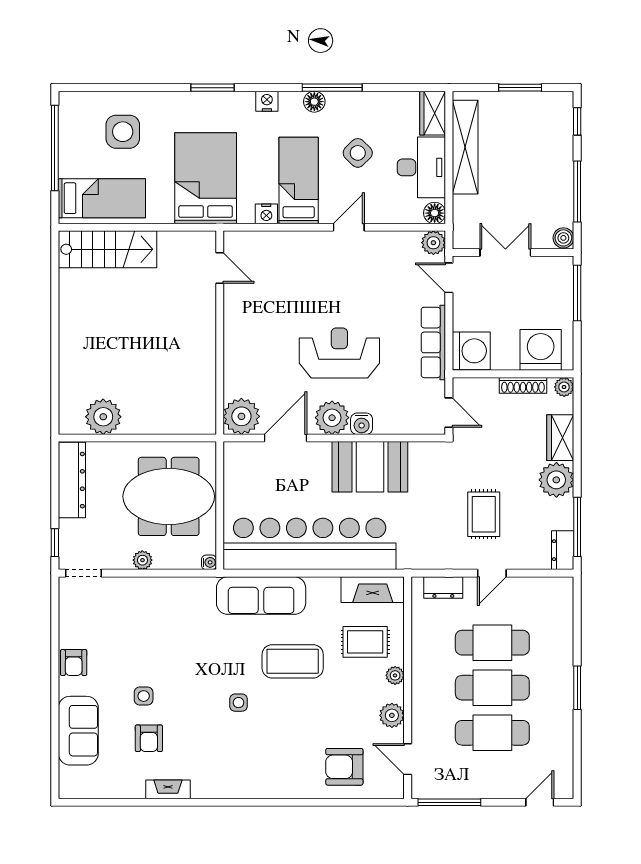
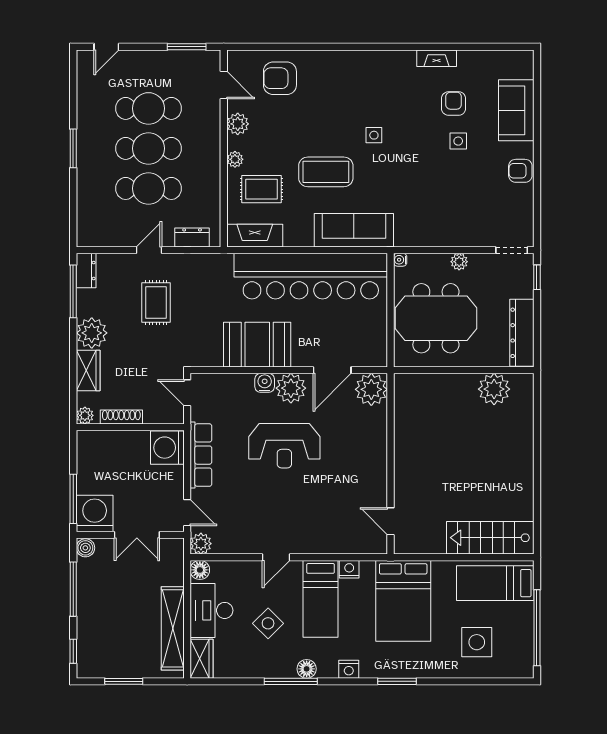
washing machine: (541, 350) -> (95, 514), moved, turned 180
armchair: (74, 663) -> (520, 171), turned -90
armchair: (344, 767) -> (280, 78), turned 180
window: (449, 802) -> (187, 47), width x0.69

